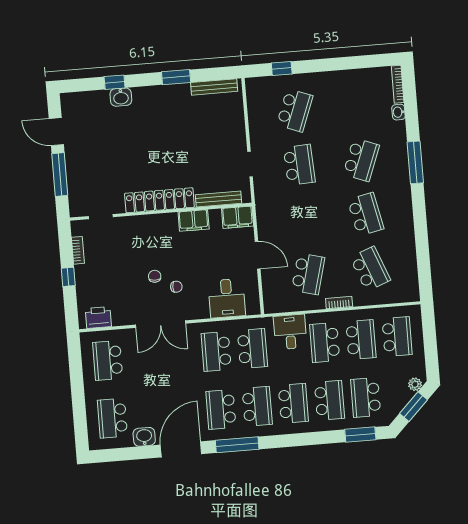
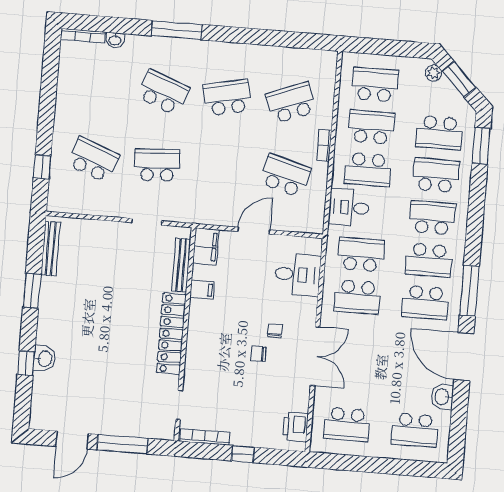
filing cabinet: (194, 220) -> (202, 289), width x0.50
bookcase: (78, 250) -> (205, 437), width x1.56
school desk: (257, 406) -> (429, 260), turned 180

